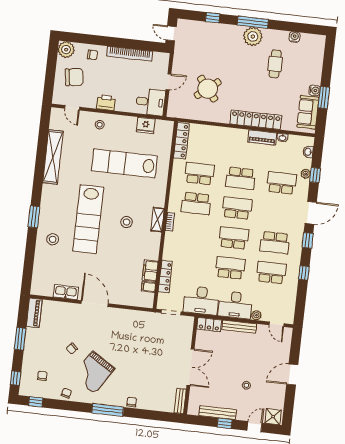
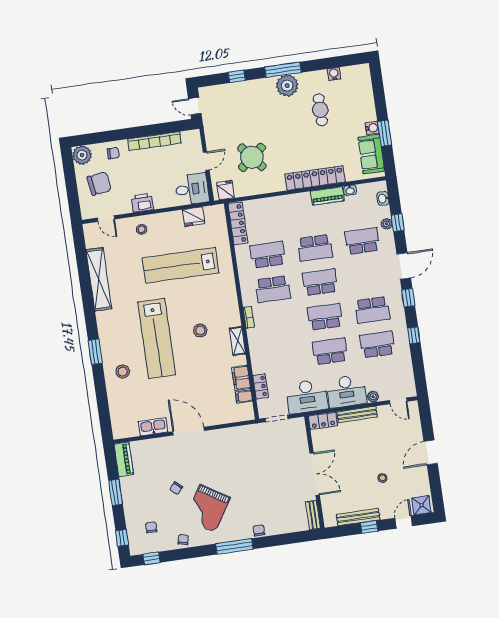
fridge: (178, 110) -> (226, 190), added
shelving: (157, 220) -> (237, 341), moved
locker: (165, 277) -> (261, 386), width x0.66

